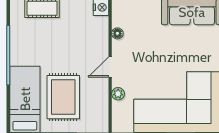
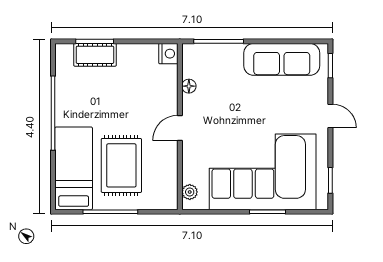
plant: (118, 94) -> (190, 192), moved

